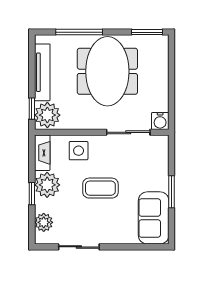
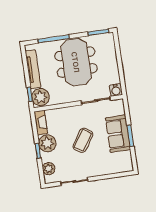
side table: (79, 151) -> (65, 118), removed
coffee table: (100, 188) -> (83, 140), turned -56
sofa: (154, 218) -> (118, 134), moved

